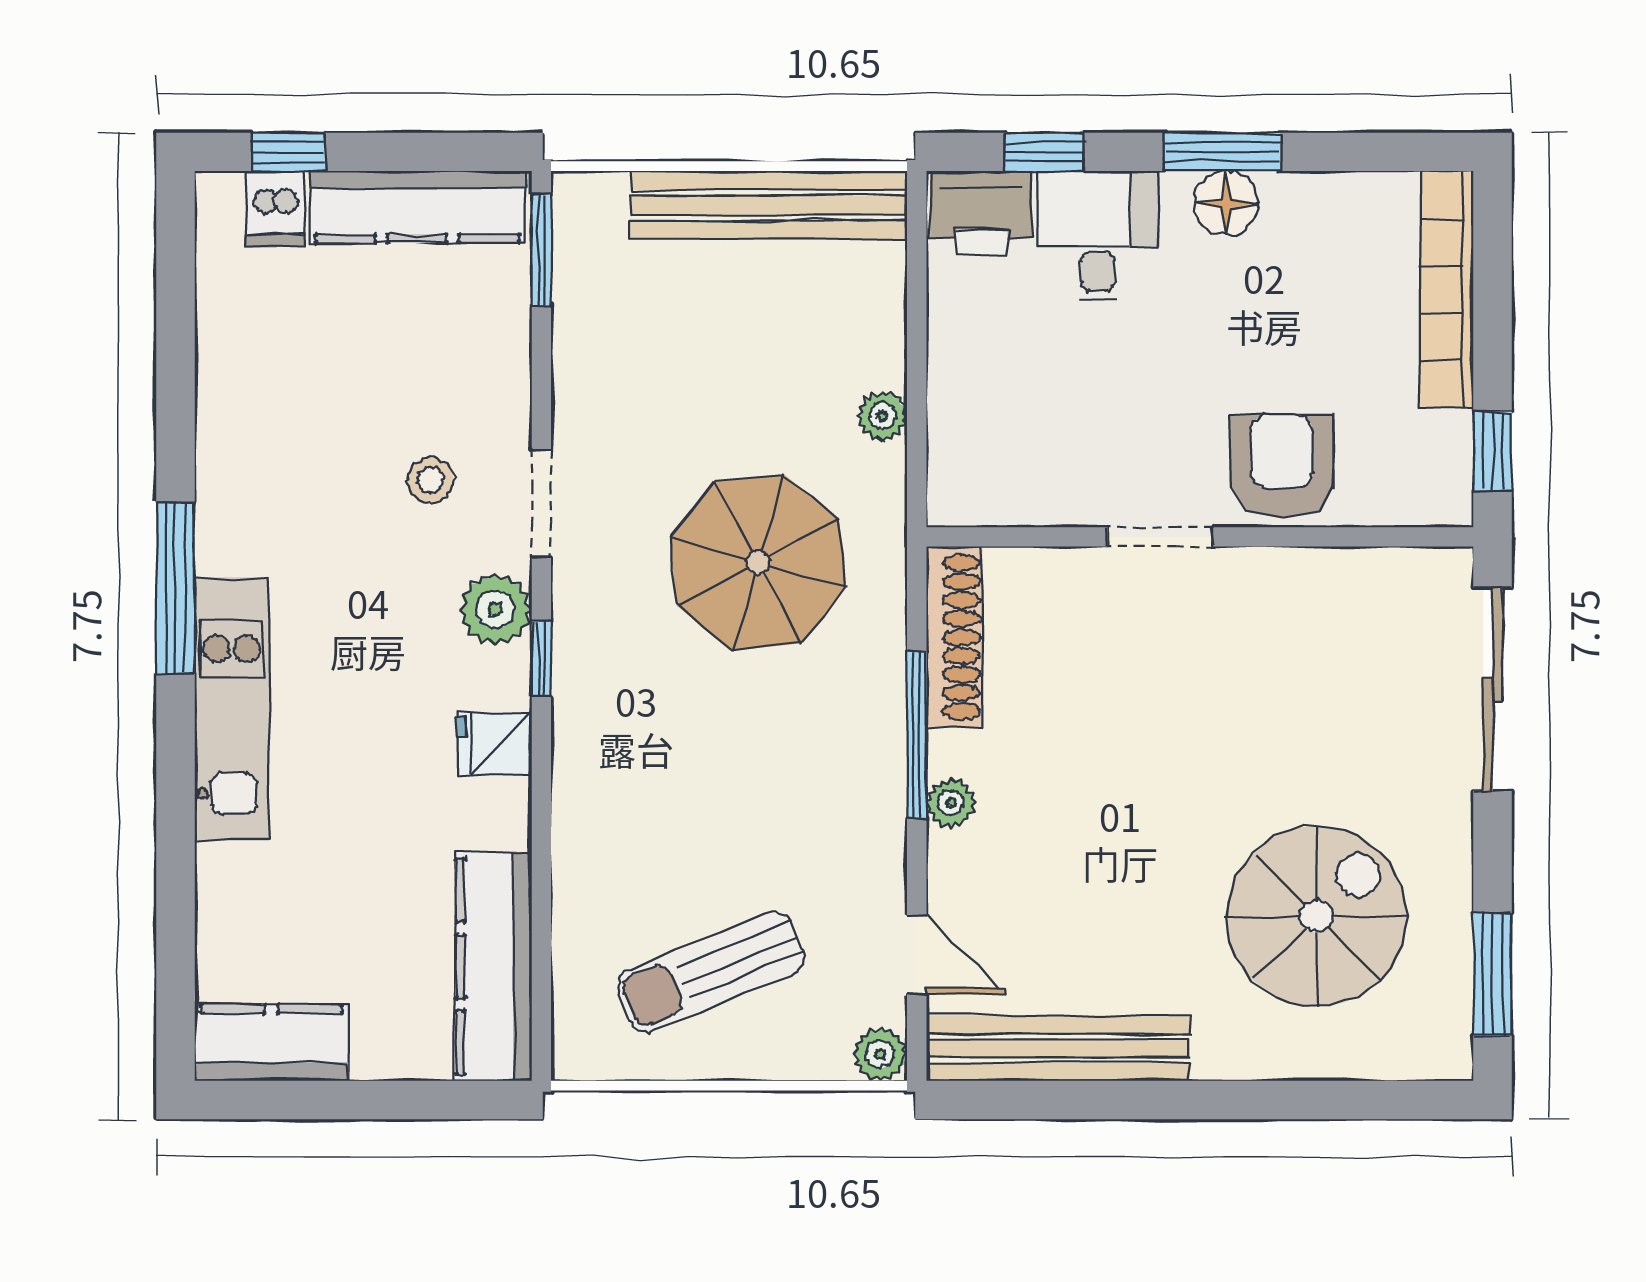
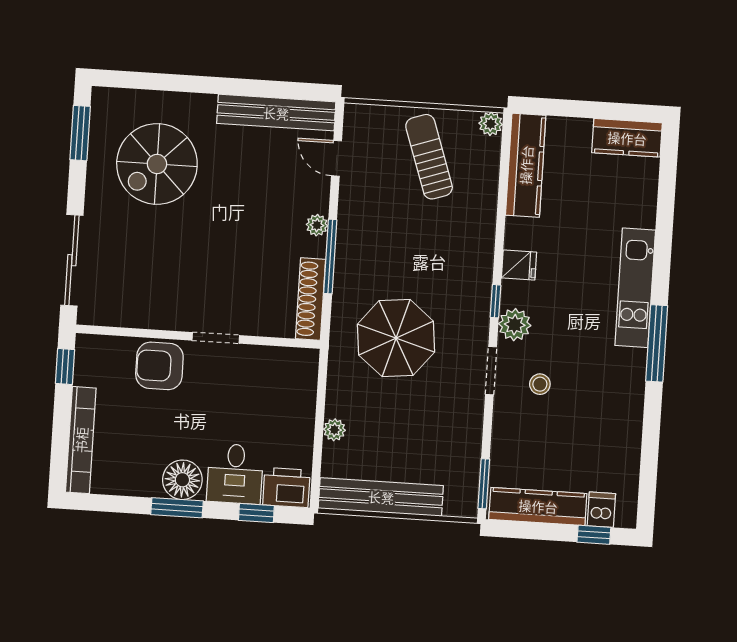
floor lamp: (1226, 203) -> (182, 480), width x1.38, depth x1.38
plant: (882, 416) -> (334, 430), moved
armchair: (1282, 466) -> (159, 366), turned 90
sun lounger: (711, 972) -> (429, 157), turned -87
plant: (880, 1054) -> (491, 124), moved

